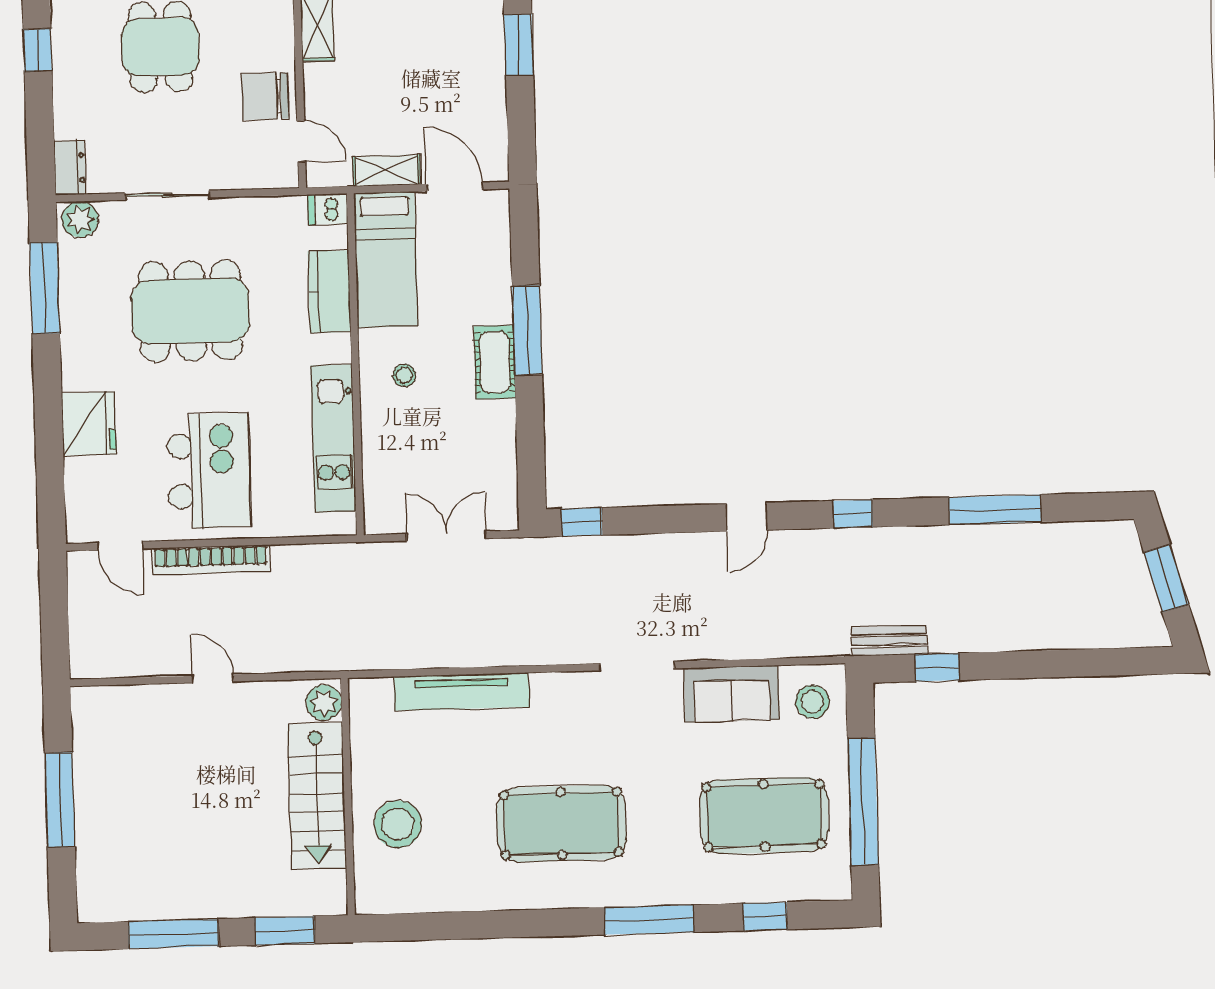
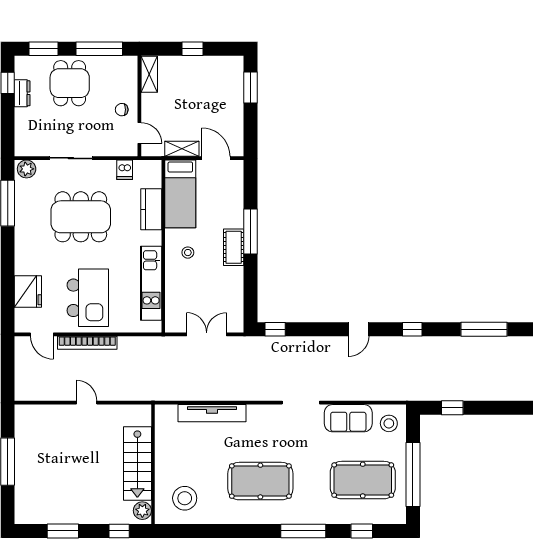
chair: (265, 96) -> (122, 110), width x0.54, depth x0.54
dresser: (70, 168) -> (22, 93), moved
dishwasher: (328, 209) -> (125, 170), moved, turned -90
fridge: (89, 424) -> (28, 291), moved
bench: (889, 641) -> (429, 394), removed
plant: (324, 703) -> (142, 511), moved
stool: (398, 824) -> (185, 498), moved
window: (285, 931) -> (119, 531), width x0.67
window: (173, 934) -> (63, 531), width x0.69

